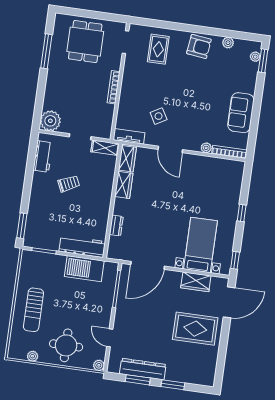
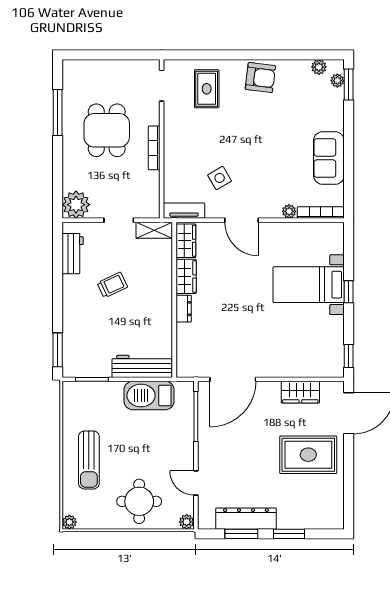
dining table: (85, 42) -> (107, 130), moved
plant: (228, 43) -> (319, 67), moved
dresser: (116, 225) -> (184, 309), moved
bed with nightstands: (200, 245) -> (309, 285), moved, turned -90
plant: (33, 356) -> (69, 522), moved

